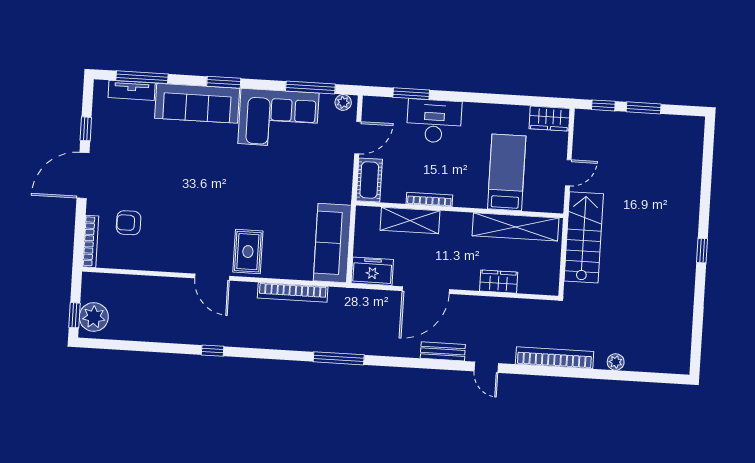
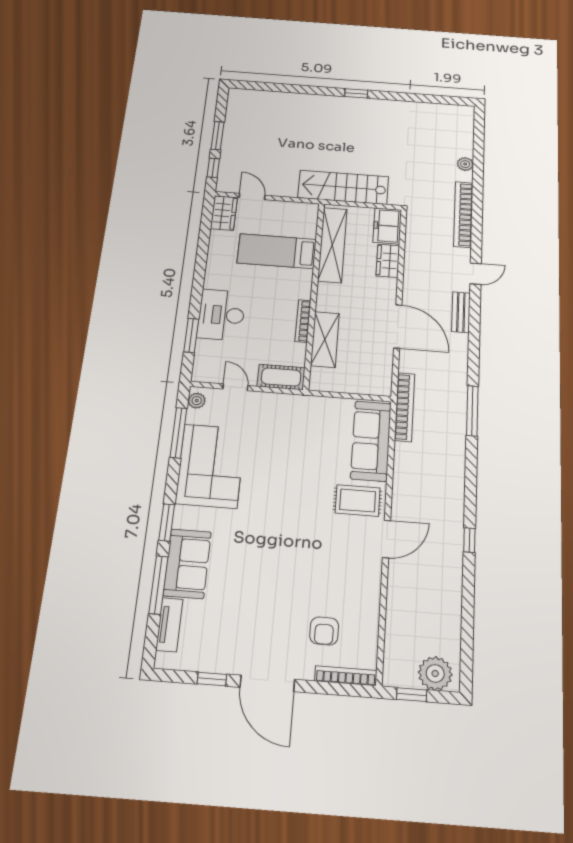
window: (142, 77) -> (158, 585), moved
sofa: (197, 103) -> (187, 564), width x0.73
door: (358, 138) -> (235, 387), width x0.73
door: (568, 173) -> (252, 197), moved
sofa: (332, 243) -> (371, 441), moved, turned 90
freezer: (372, 271) -> (387, 226), moved
bookcase: (293, 292) -> (405, 407), moved
window: (74, 315) -> (412, 695), moved

